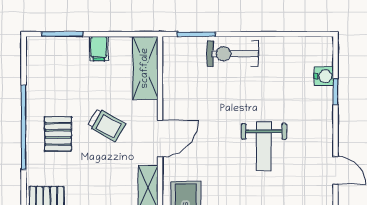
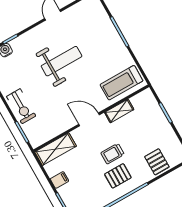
trolley: (107, 125) -> (113, 154), moved, turned -120
weight bench: (264, 146) -> (62, 61), width x1.36, depth x1.33

